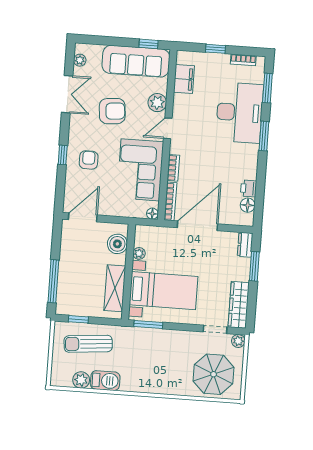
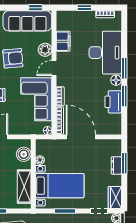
filing cabinet: (184, 79) -> (63, 41), moved
window: (267, 88) -> (124, 96), moved
printer: (249, 188) -> (113, 102), width x1.87, depth x1.48
floor lamp: (248, 205) -> (116, 80), moved
door: (197, 226) -> (81, 137), hinge flipped
dresser: (245, 245) -> (116, 165), moved
wardrobe: (239, 305) -> (115, 198), width x0.67
window: (148, 324) -> (65, 211), moved

